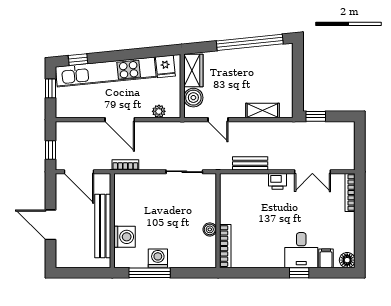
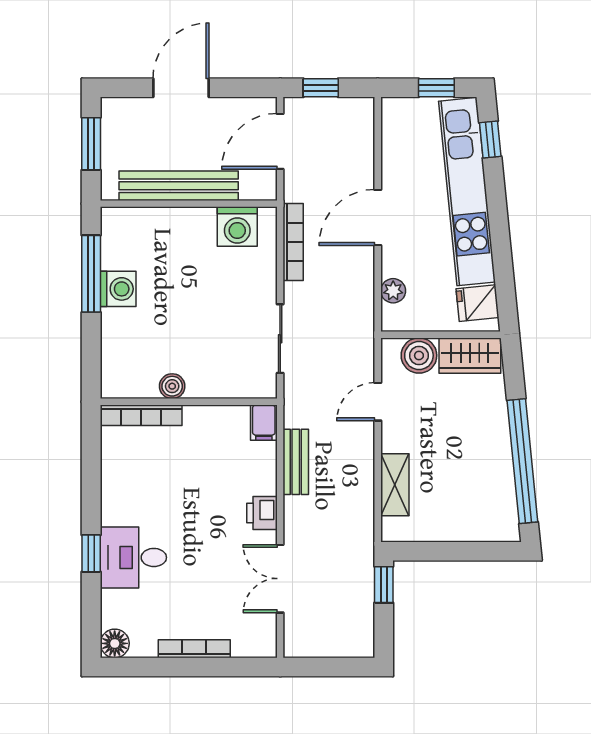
bookcase: (125, 165) -> (293, 242), width x1.56
bookcase: (350, 193) -> (194, 649), moved
washing machine: (125, 237) -> (237, 227), moved
filing cabinet: (326, 258) -> (264, 423), moved, turned 90
window: (80, 273) -> (91, 144), added

